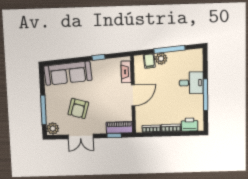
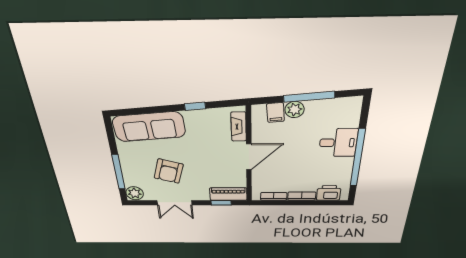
window: (206, 95) -> (358, 158), width x1.46

